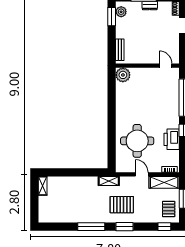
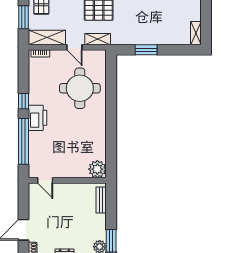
printer: (172, 139) -> (38, 118), moved
window: (83, 172) -> (146, 50), added
shelving: (109, 181) -> (98, 39), moved

